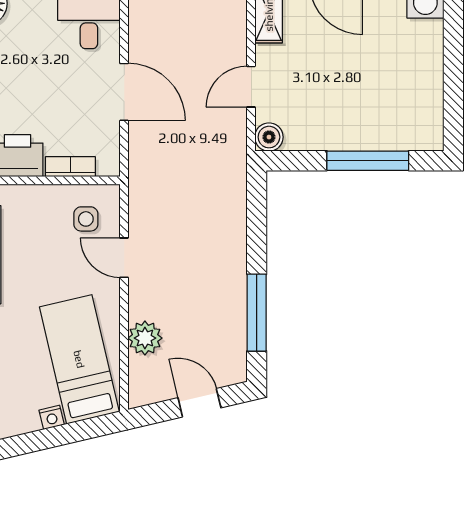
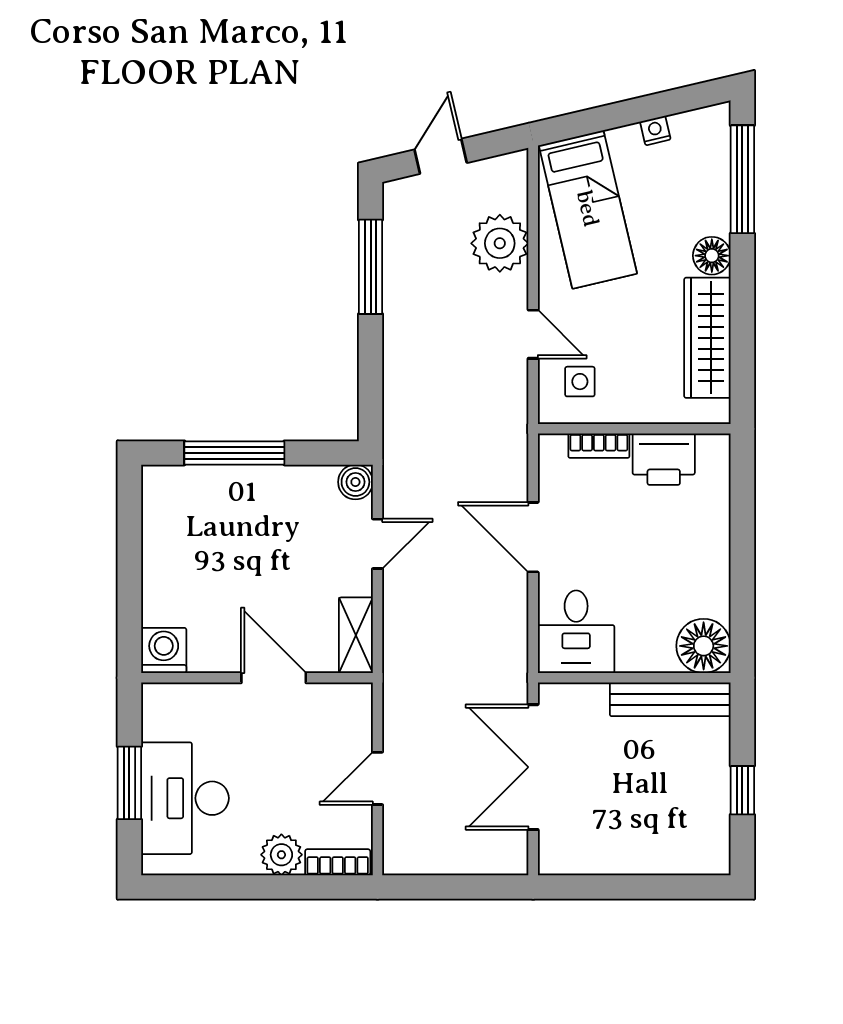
plant: (145, 338) -> (500, 243), width x1.36, depth x1.36
door: (199, 403) -> (441, 156), swing flipped
nightstand: (52, 417) -> (655, 131), moved

